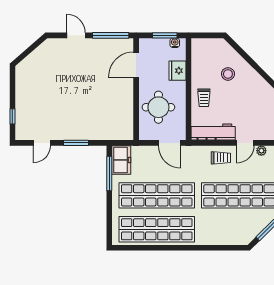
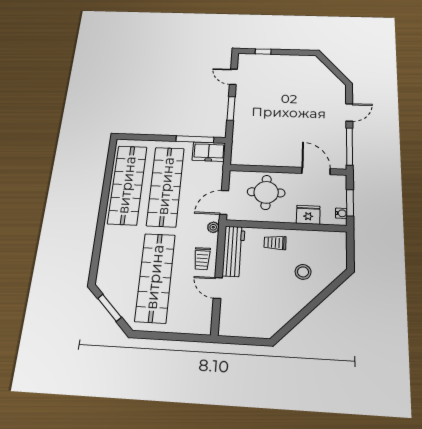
plant: (261, 151) -> (213, 227), moved

